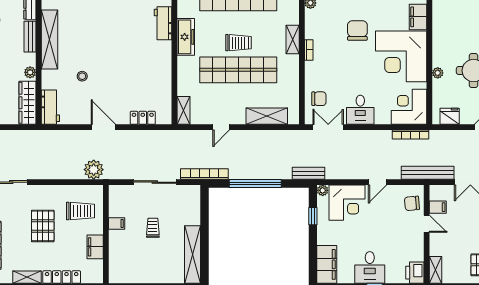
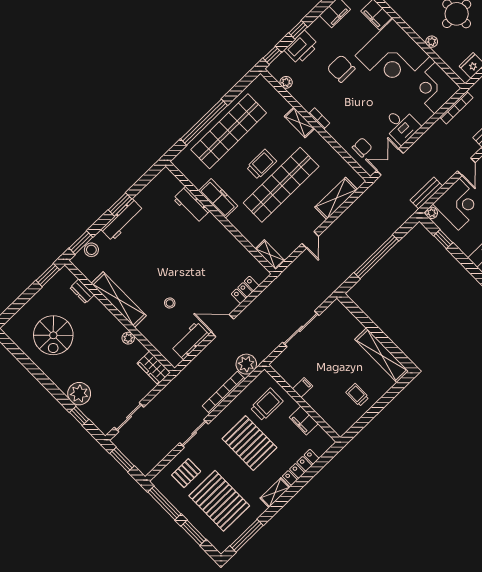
bench: (30, 37) -> (102, 312), removed
wardrobe: (28, 103) -> (154, 368), width x0.67
workbench: (50, 107) -> (190, 341), moved, turned -90
bench: (308, 173) -> (426, 193), moved
bookcase: (204, 174) -> (224, 393), moved
pallet: (43, 226) -> (249, 443), width x1.37, depth x1.41
trolley: (153, 228) -> (357, 395), moved

